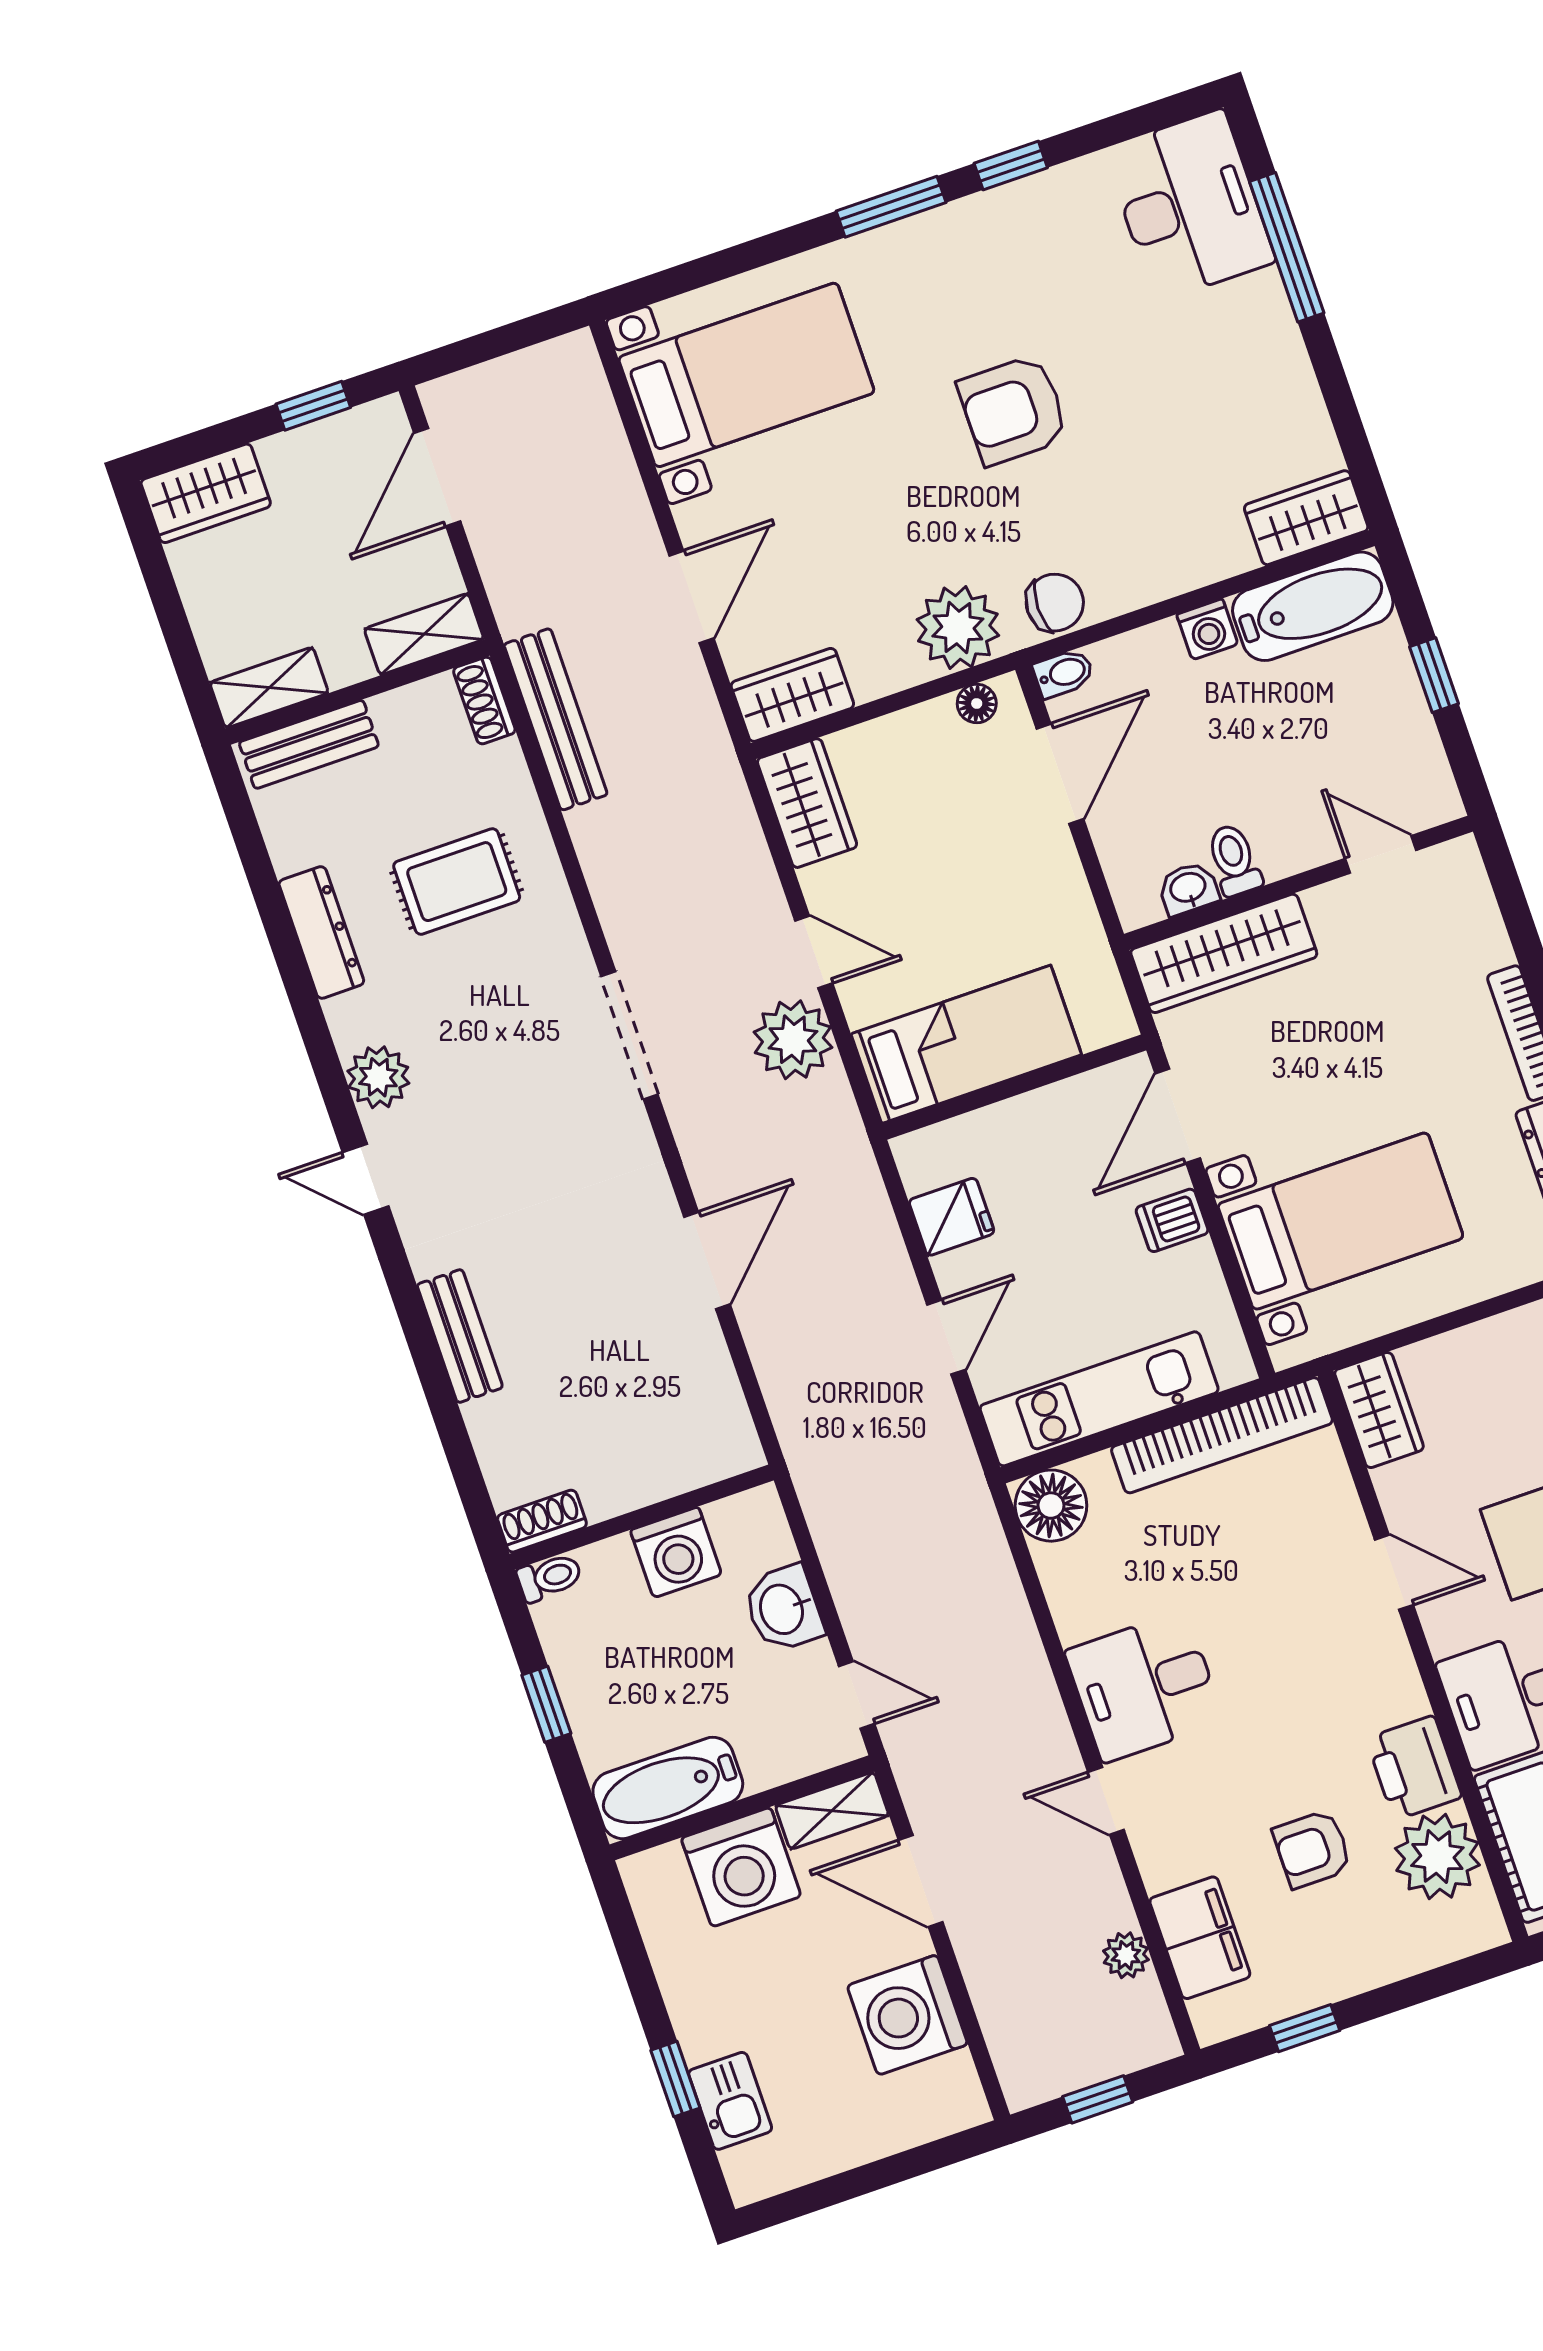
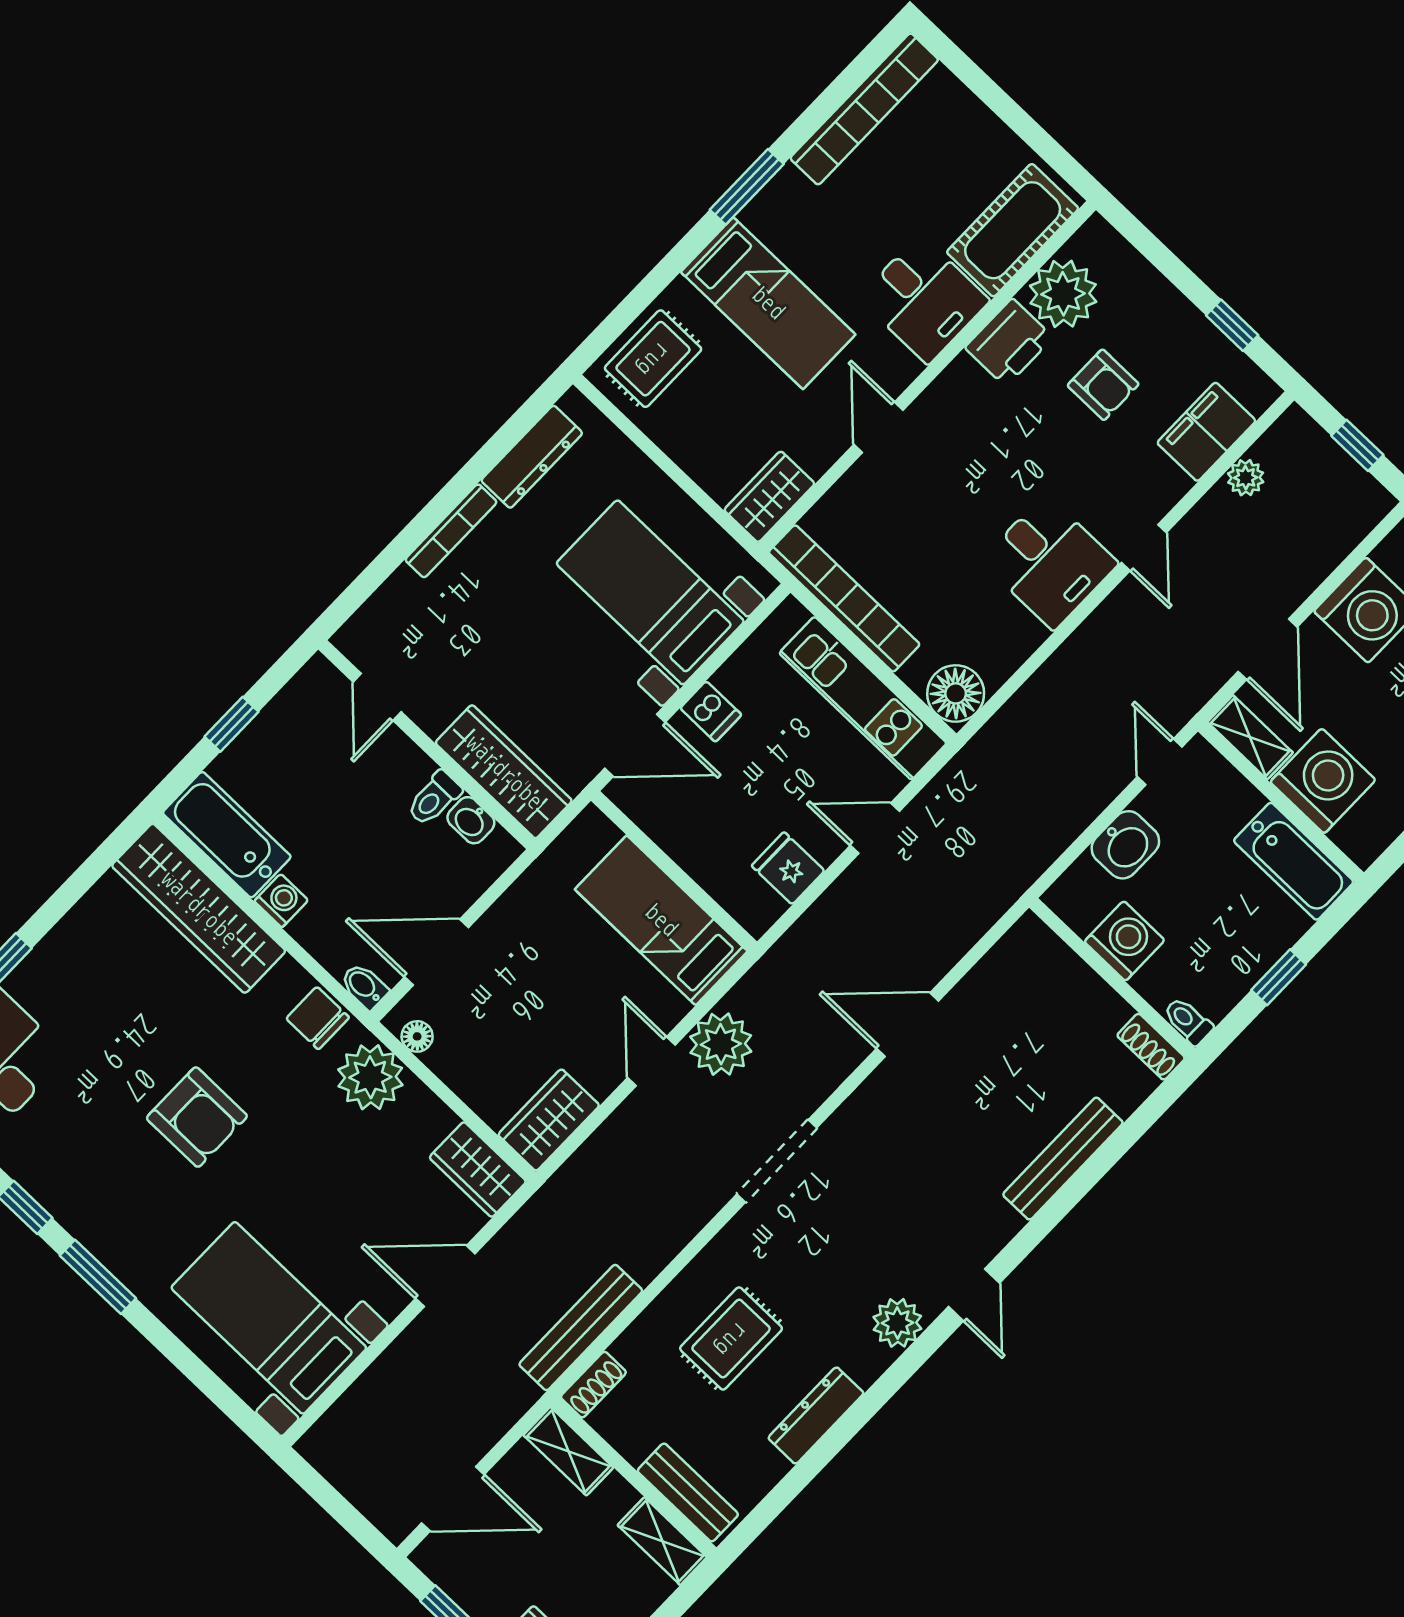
wardrobe: (1306, 518) -> (199, 908), width x2.10, depth x1.17
rug: (457, 882) -> (731, 1339), turned 90
bench: (460, 1336) -> (1063, 1159), width x1.36

